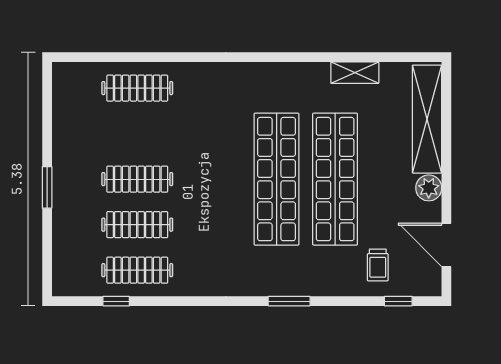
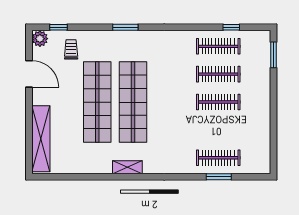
window: (137, 57) -> (219, 177), added
shelving: (355, 73) -> (127, 167), moved
window: (47, 187) -> (273, 55), moved
plant: (429, 188) -> (40, 39), moved
door: (446, 245) -> (29, 74), moved

